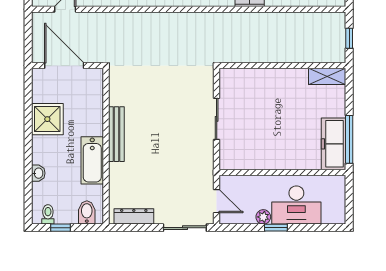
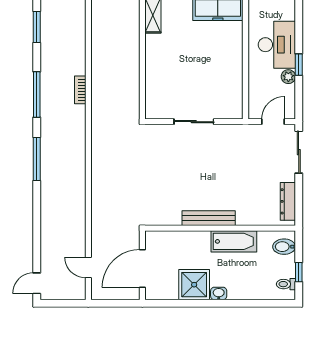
washbasin: (38, 173) -> (219, 293), moved

